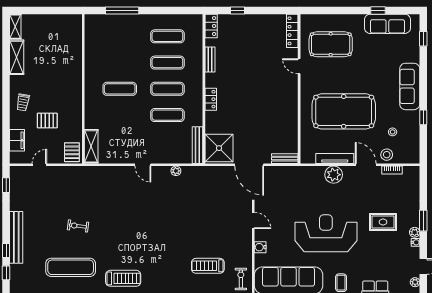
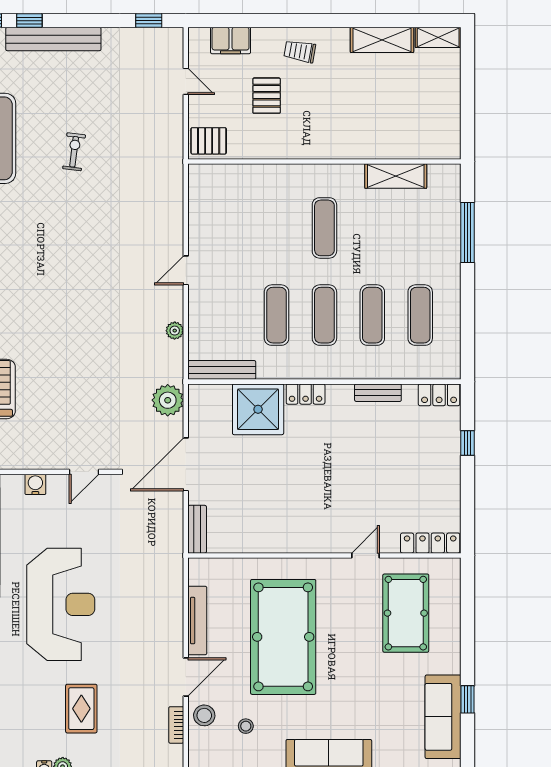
shelving: (91, 146) -> (396, 176), moved
shower: (219, 148) -> (258, 409), moved
plant: (334, 175) -> (168, 400), moved

